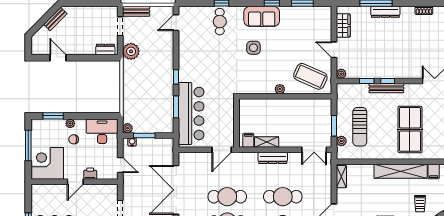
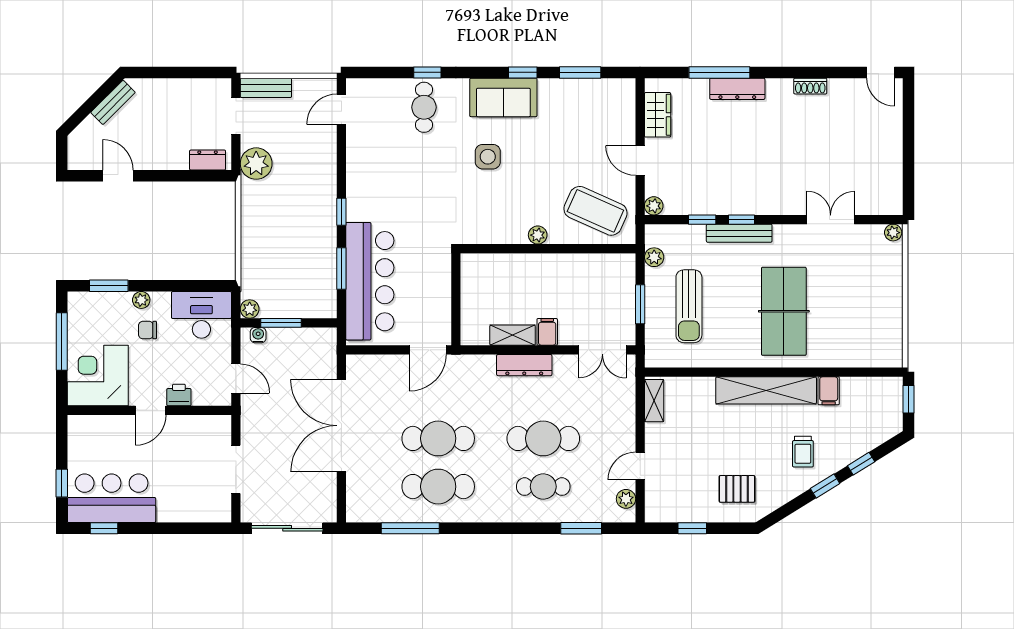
filing cabinet: (248, 140) -> (547, 332), moved
plant: (341, 141) -> (654, 257), moved

